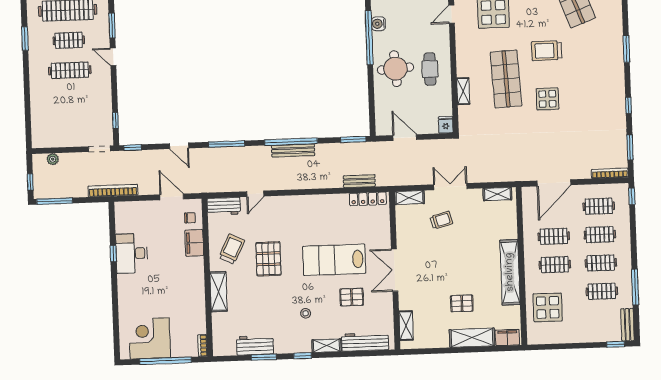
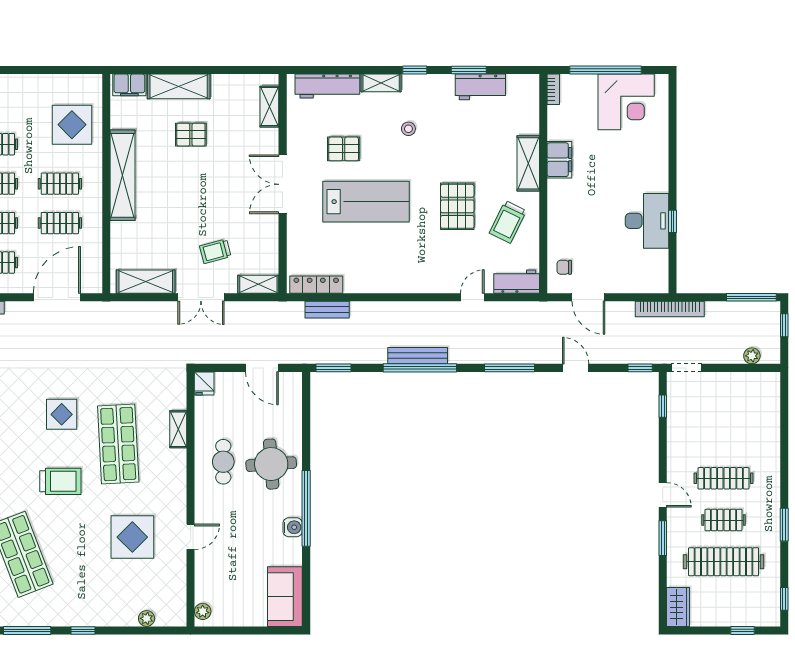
shelving: (497, 194) -> (146, 282), width x1.50, depth x1.33
filing cabinet: (194, 243) -> (559, 160), moved
double door: (395, 270) -> (283, 184), swing flipped

